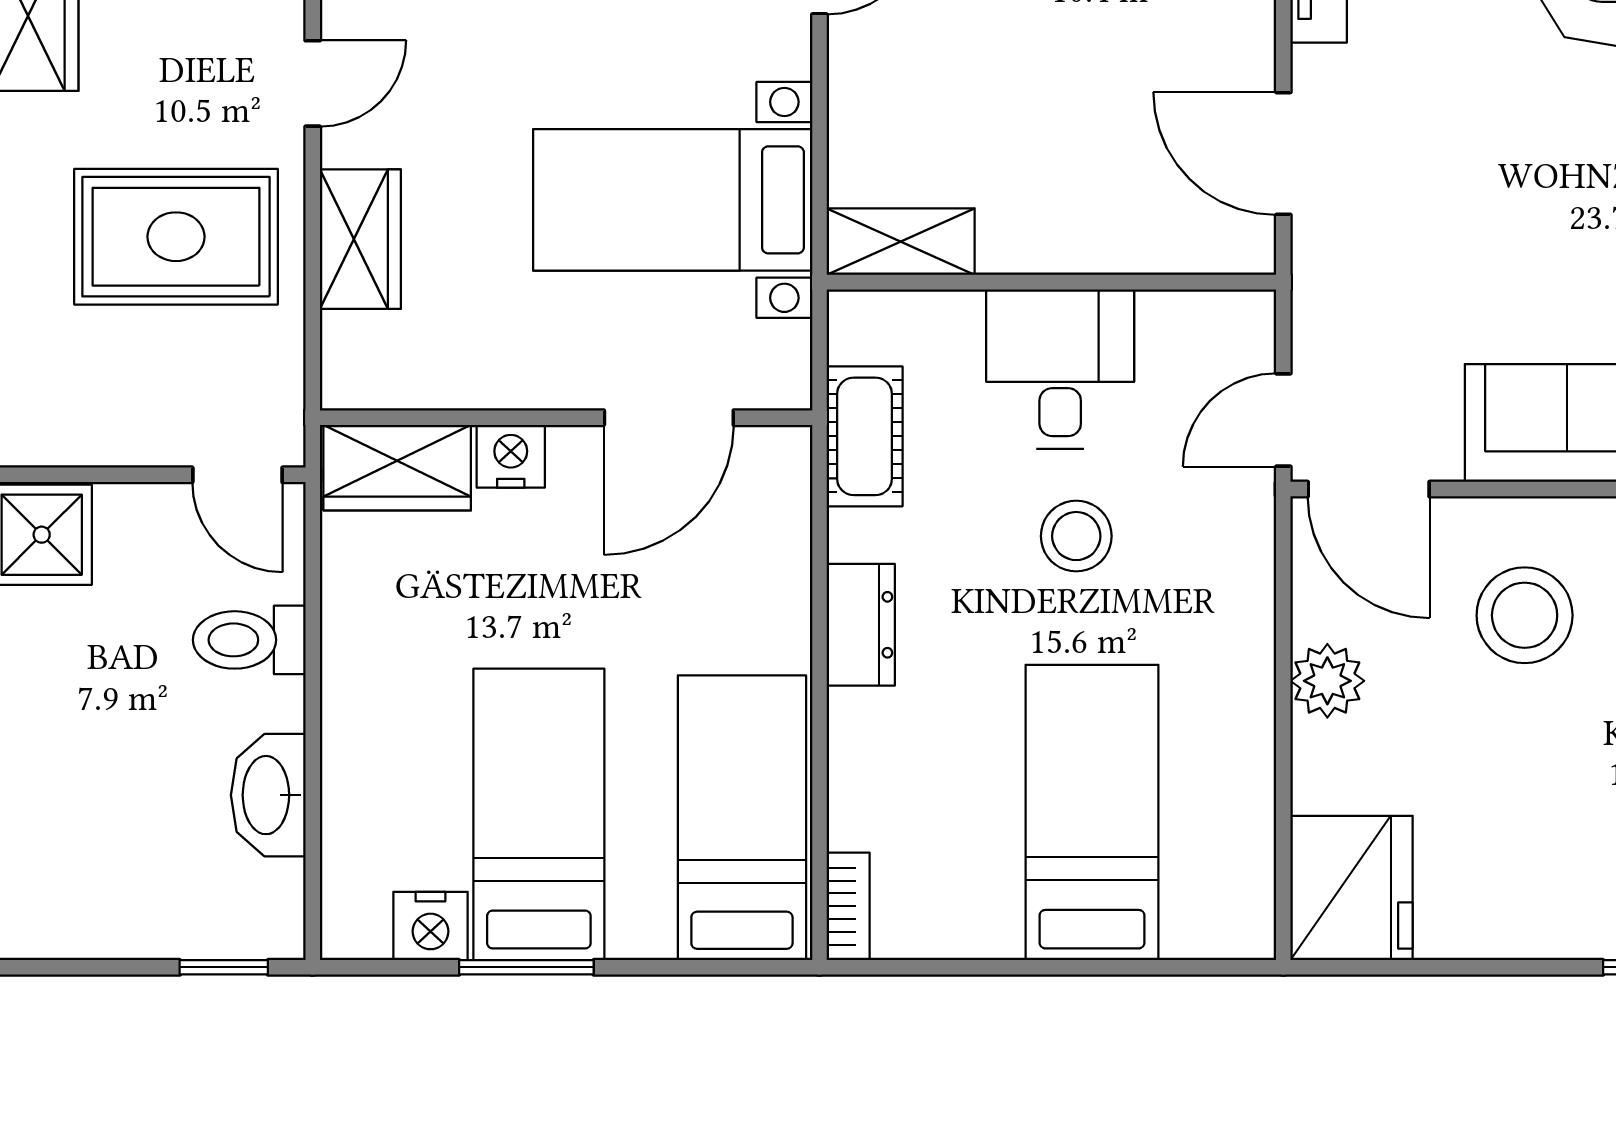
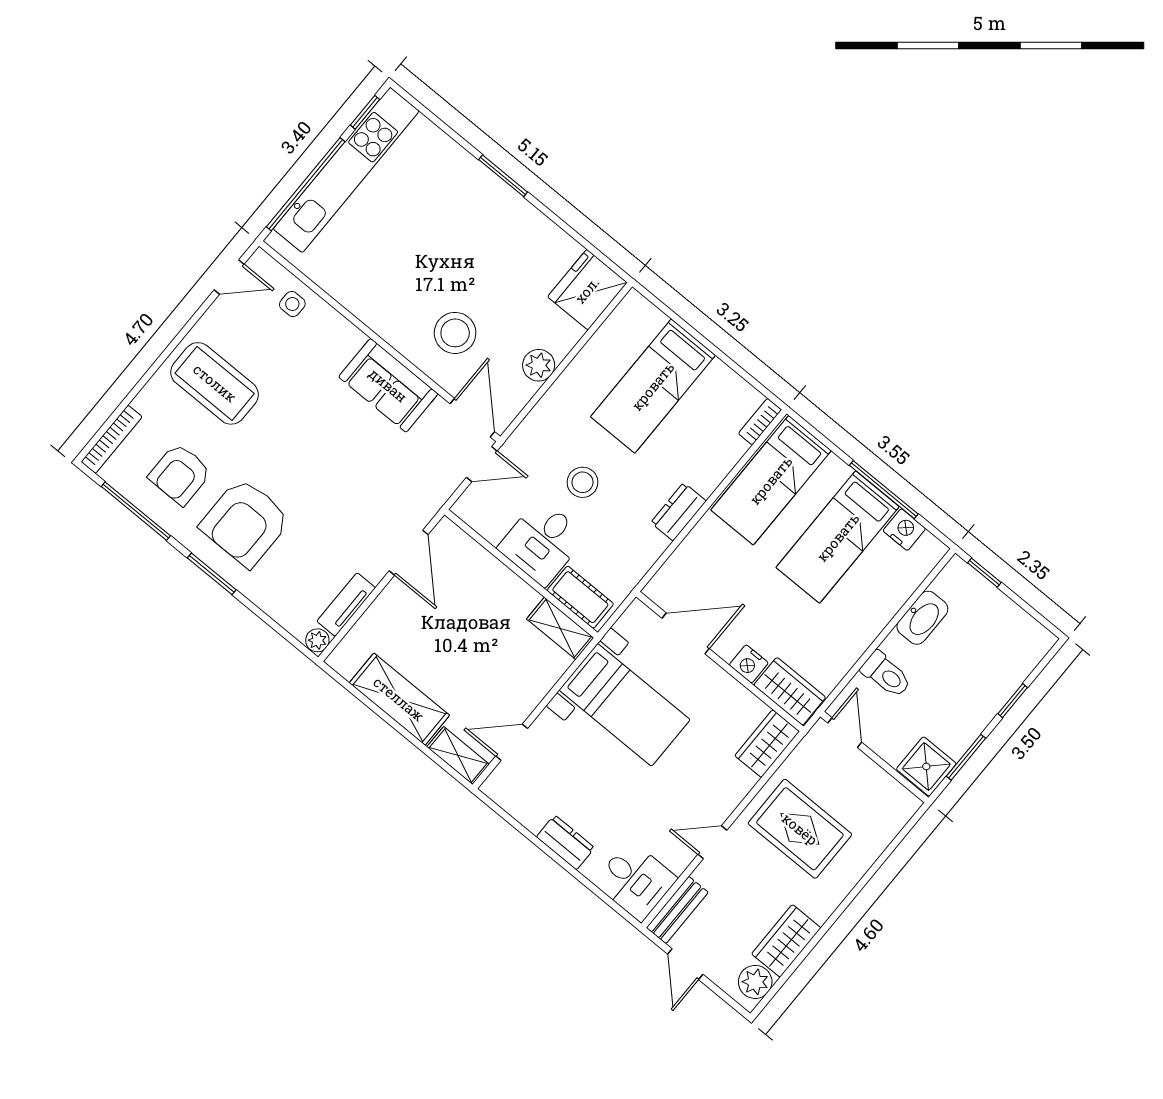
wardrobe: (360, 239) -> (767, 744), moved
cot: (865, 436) -> (580, 597), moved, turned 90
window: (526, 967) -> (884, 490), width x1.44

